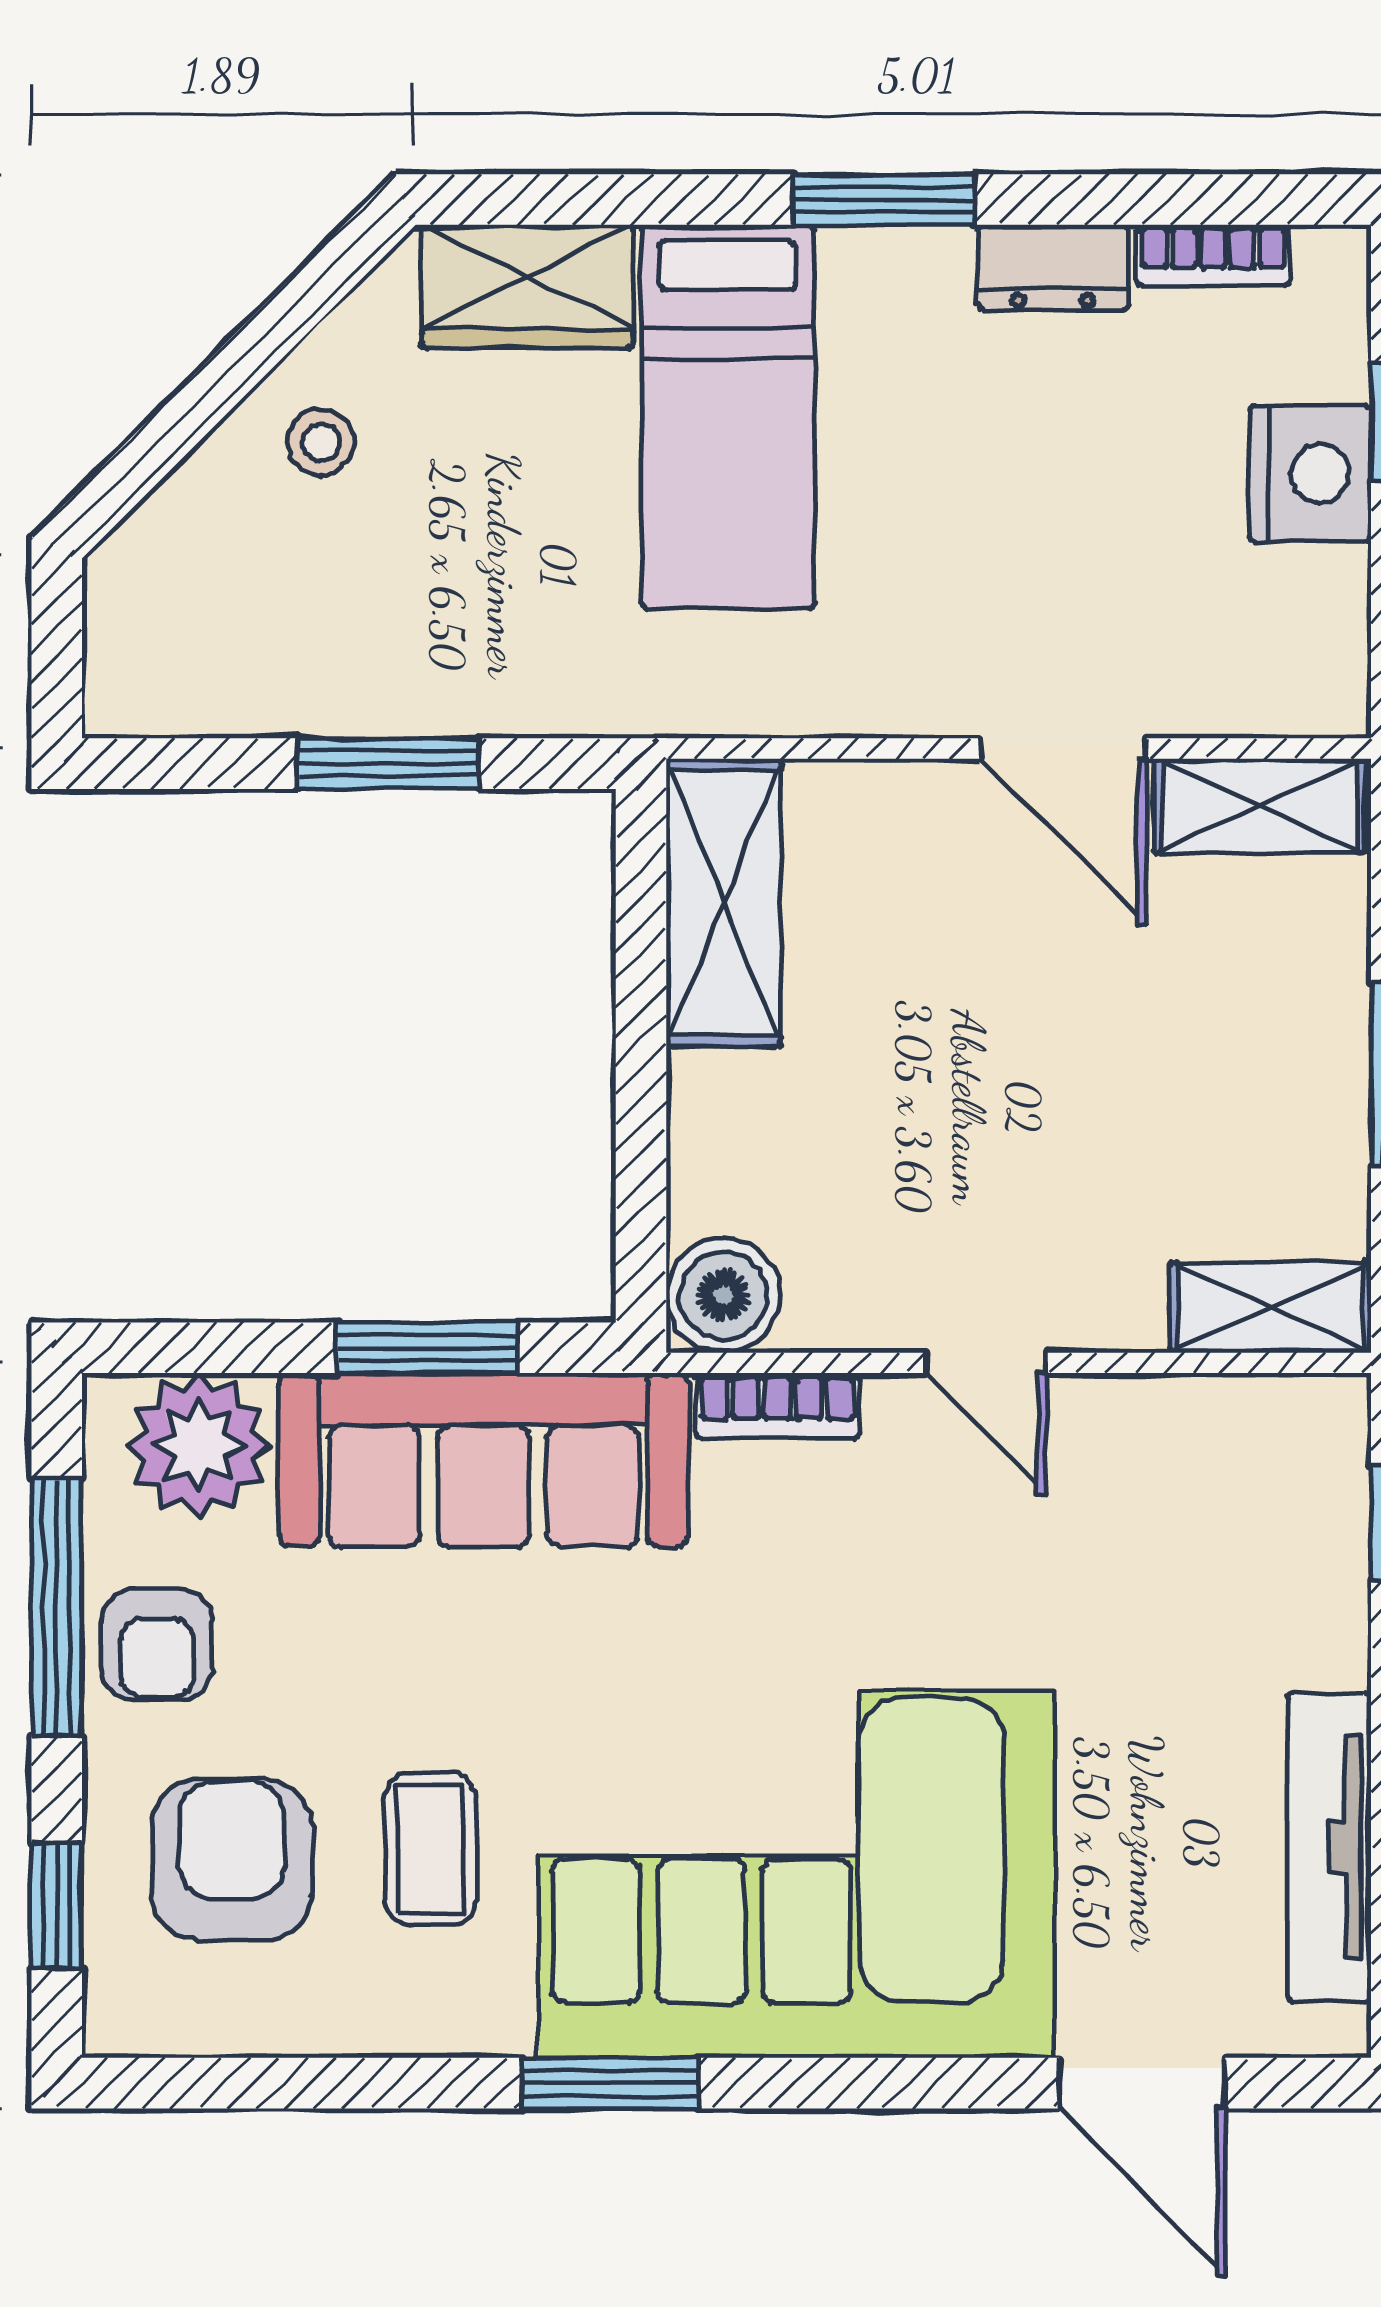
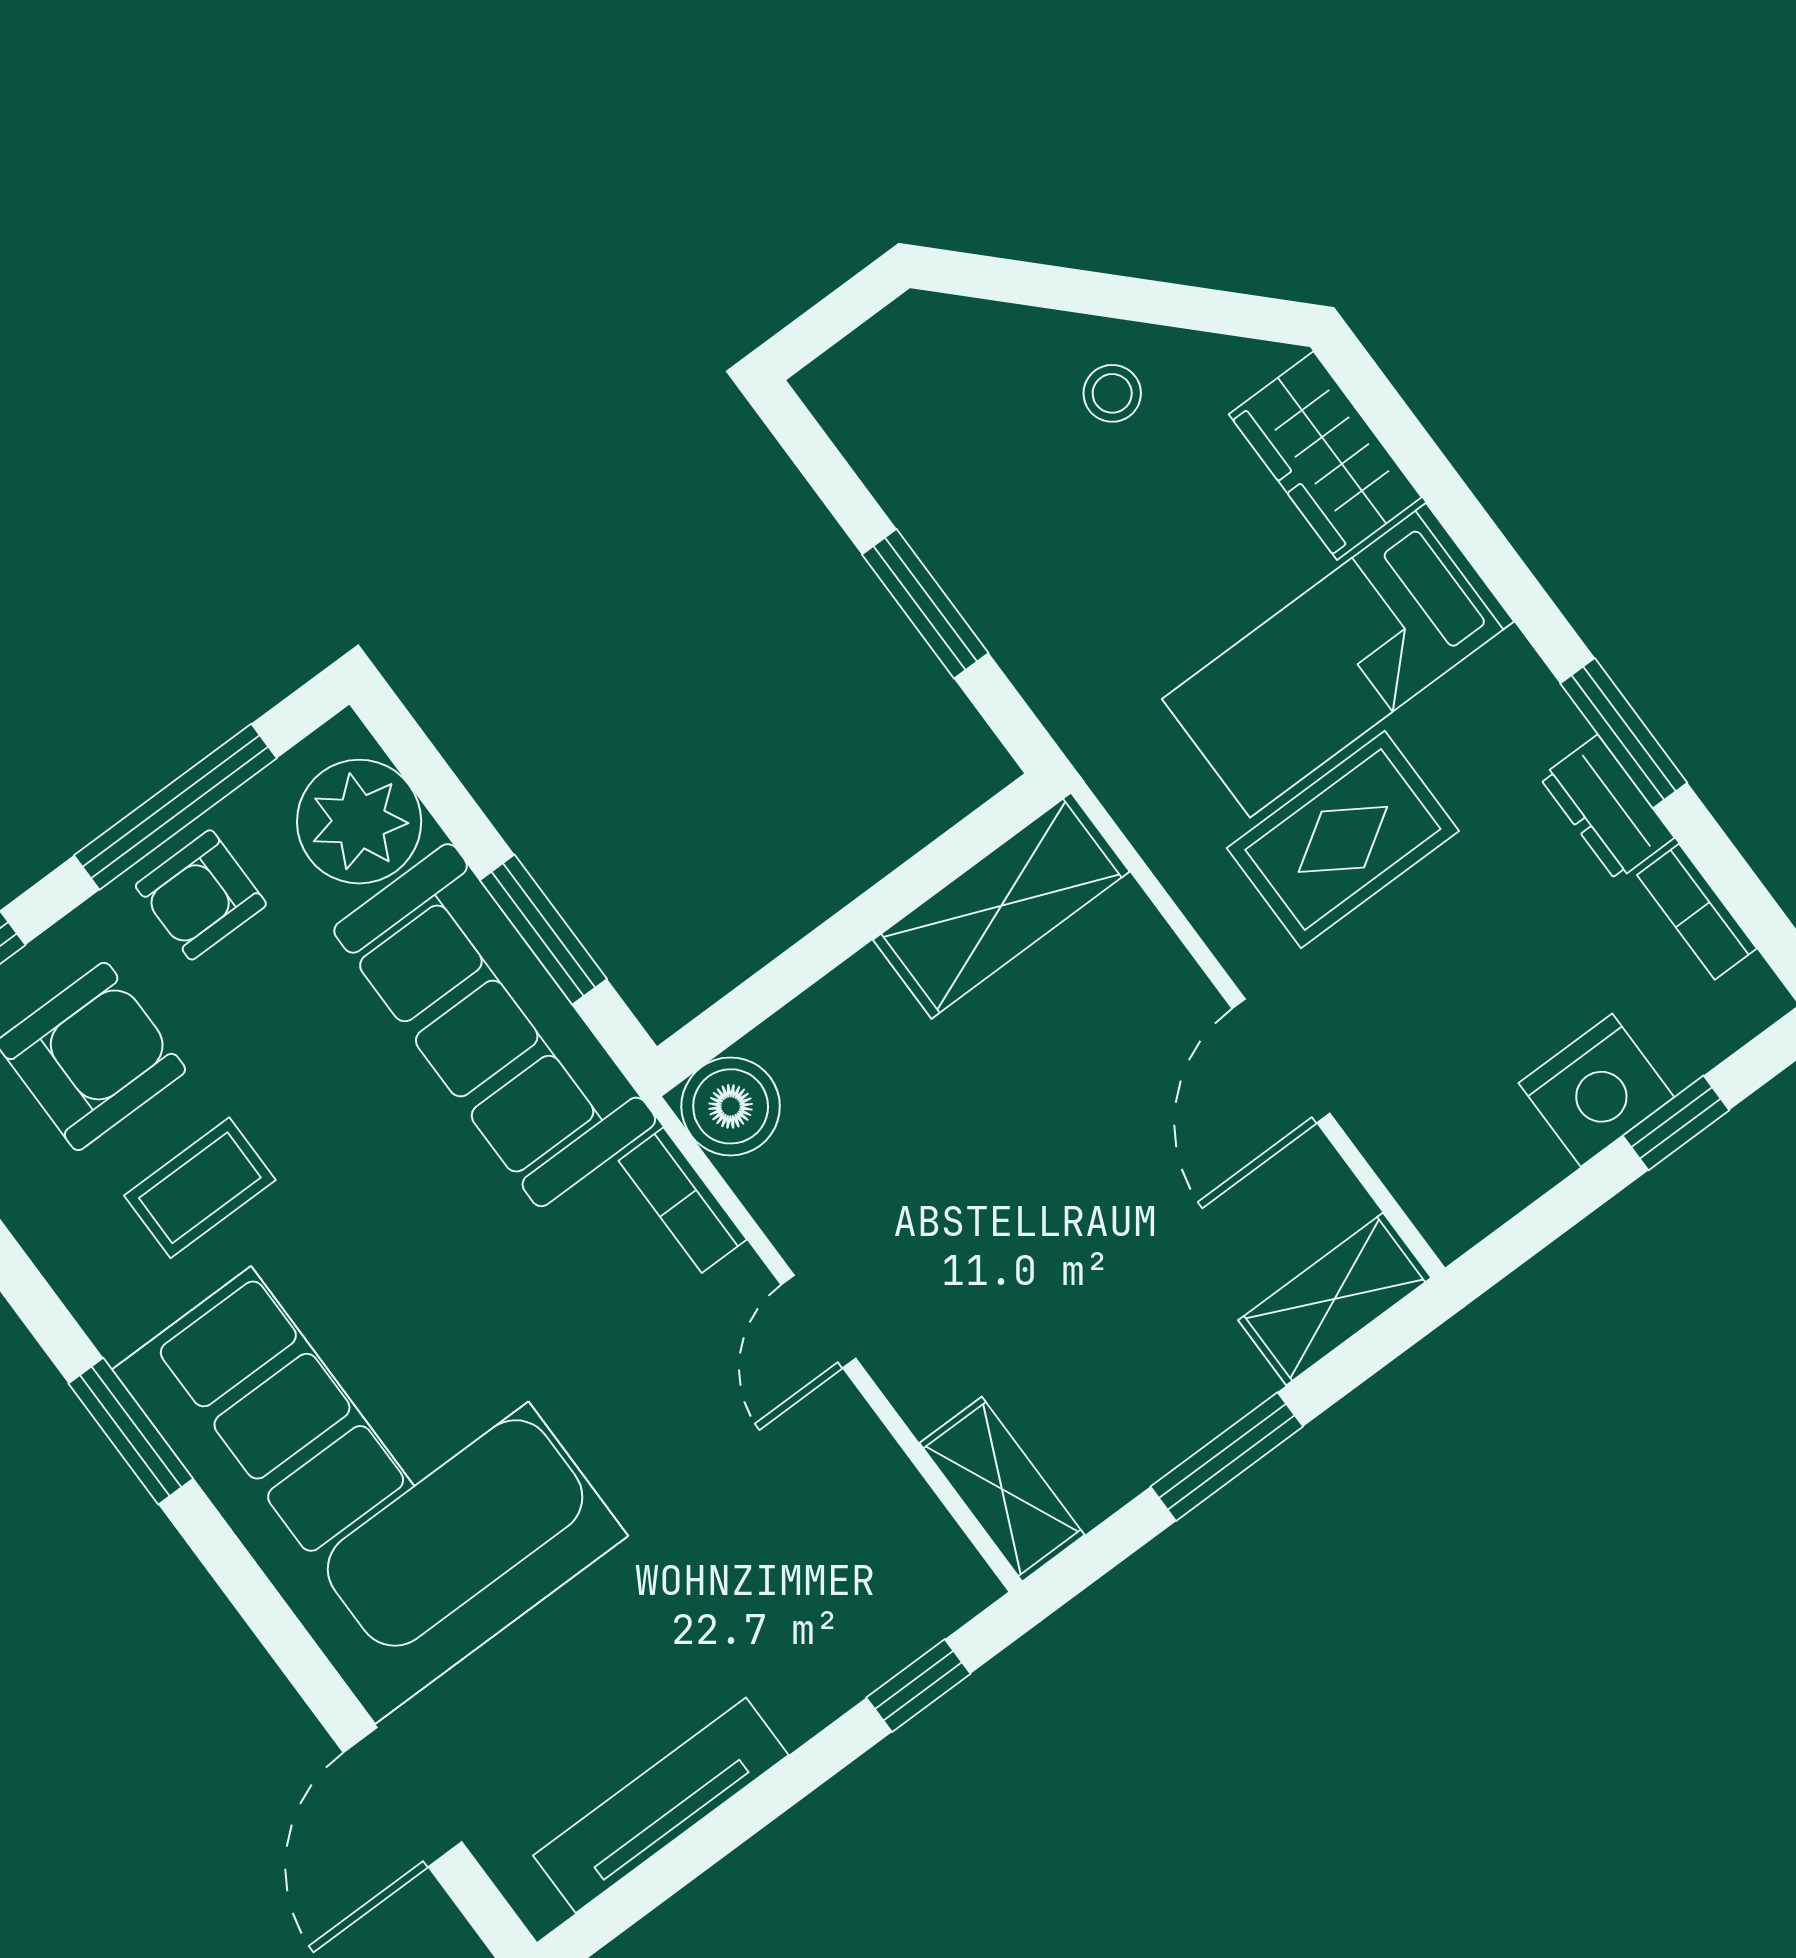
window: (884, 199) -> (1624, 733), moved
rug: (899, 536) -> (1343, 839), added
shelving: (1260, 806) -> (1335, 1299), moved, turned 90

